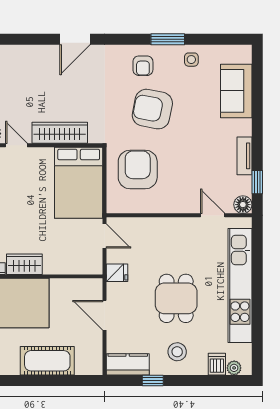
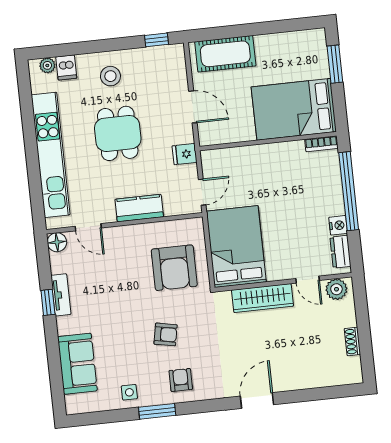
armchair: (152, 109) -> (166, 334), width x0.53, depth x0.53
window: (257, 182) -> (48, 302), moved
door: (105, 236) -> (202, 192), swing flipped
wardrobe: (24, 264) -> (285, 152), removed
cot: (47, 361) -> (225, 54), moved
kitchen counter: (128, 364) -> (139, 208), moved, turned 180
window: (153, 380) -> (157, 40), moved

